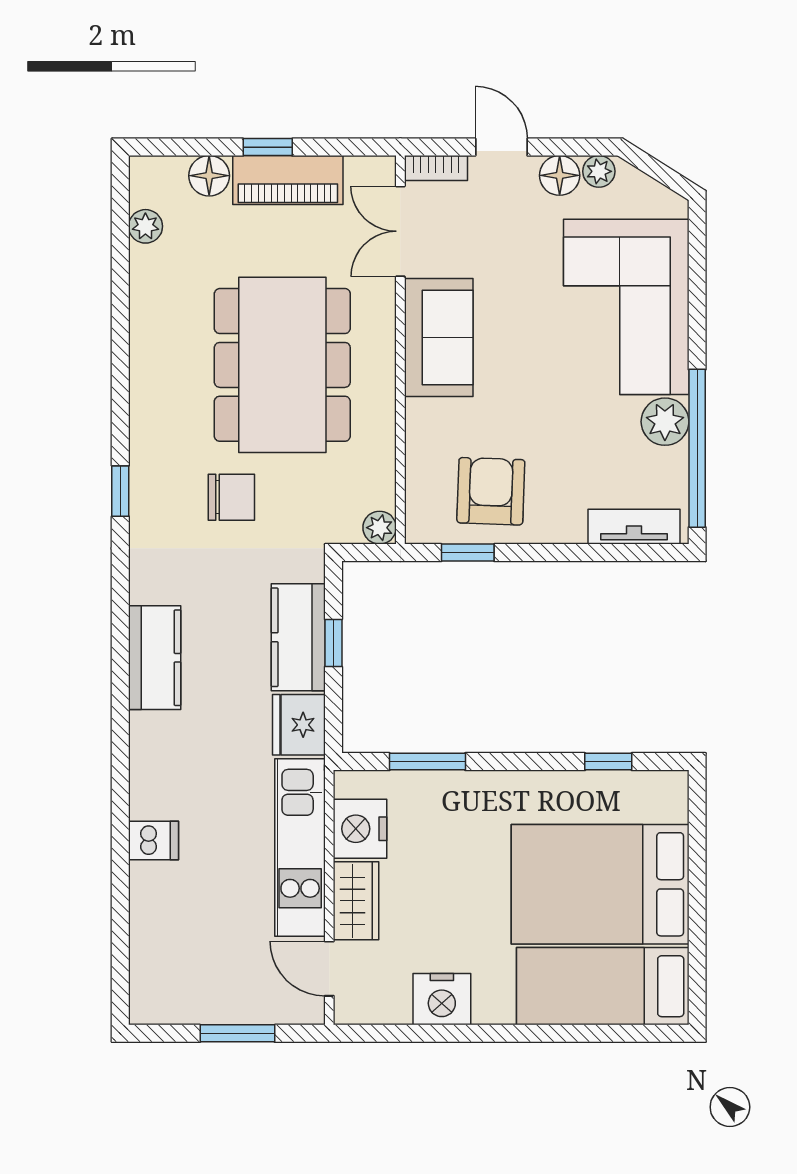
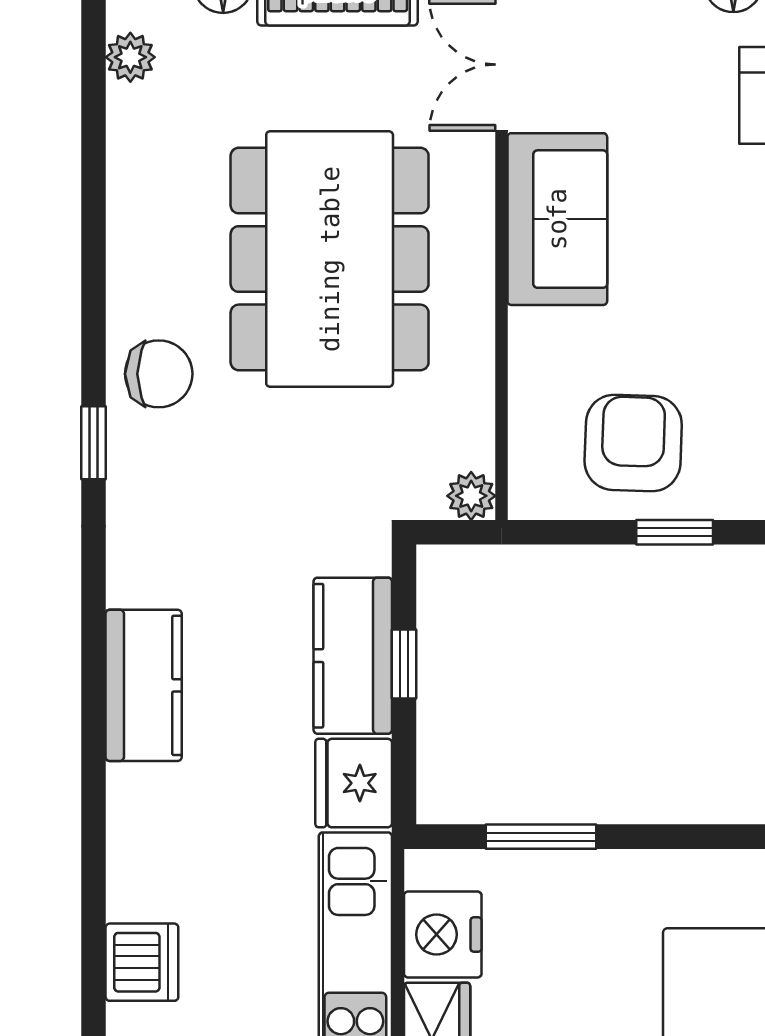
chair: (231, 497) -> (159, 374), moved
window: (468, 553) -> (675, 532), moved
dishwasher: (153, 840) -> (142, 962), width x1.38

